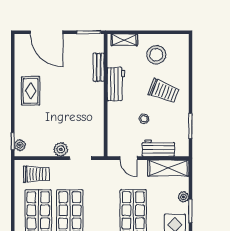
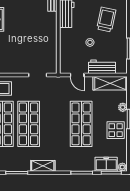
trolley: (164, 91) -> (106, 20), turned -99
plant: (61, 149) -> (21, 68), removed

